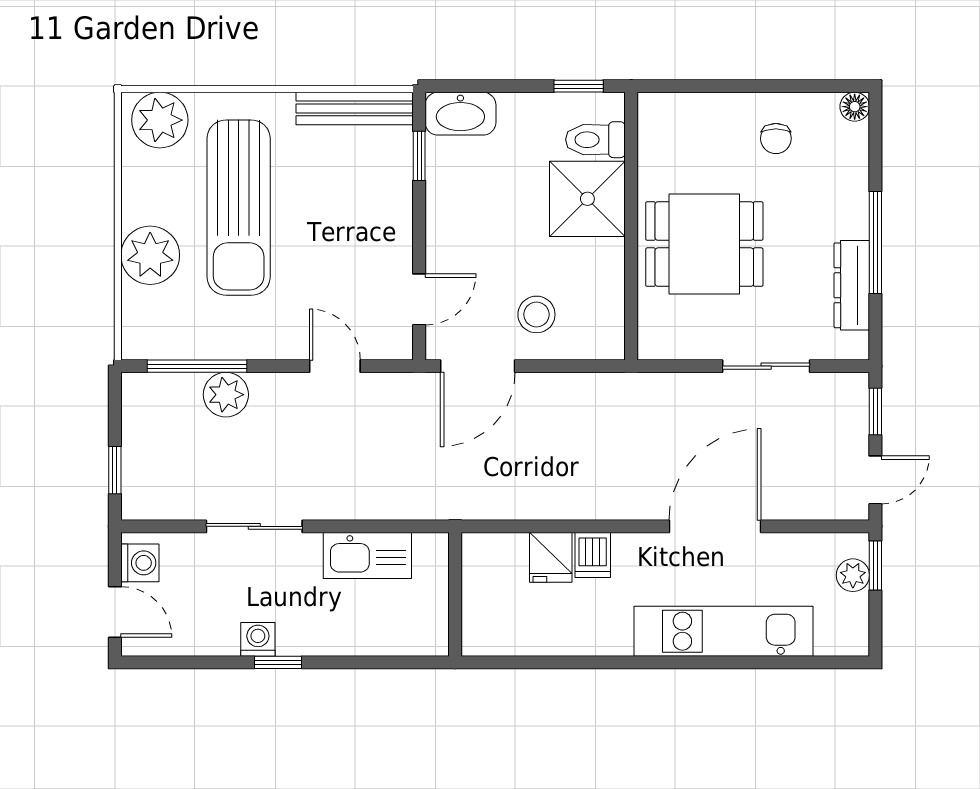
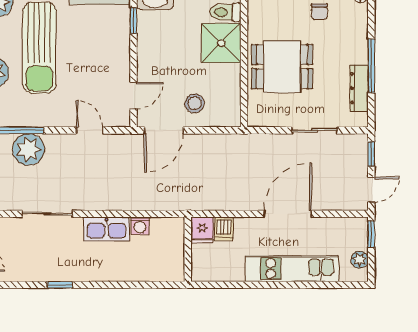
plant: (226, 395) -> (28, 149), width x1.36, depth x1.36
plant: (853, 575) -> (360, 260), moved
wall: (455, 594) -> (188, 249), moved
washing machine: (258, 639) -> (140, 226), moved, turned 180

